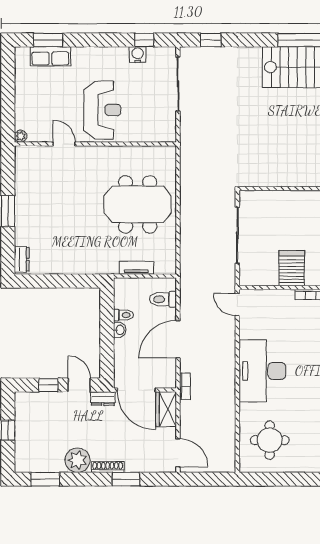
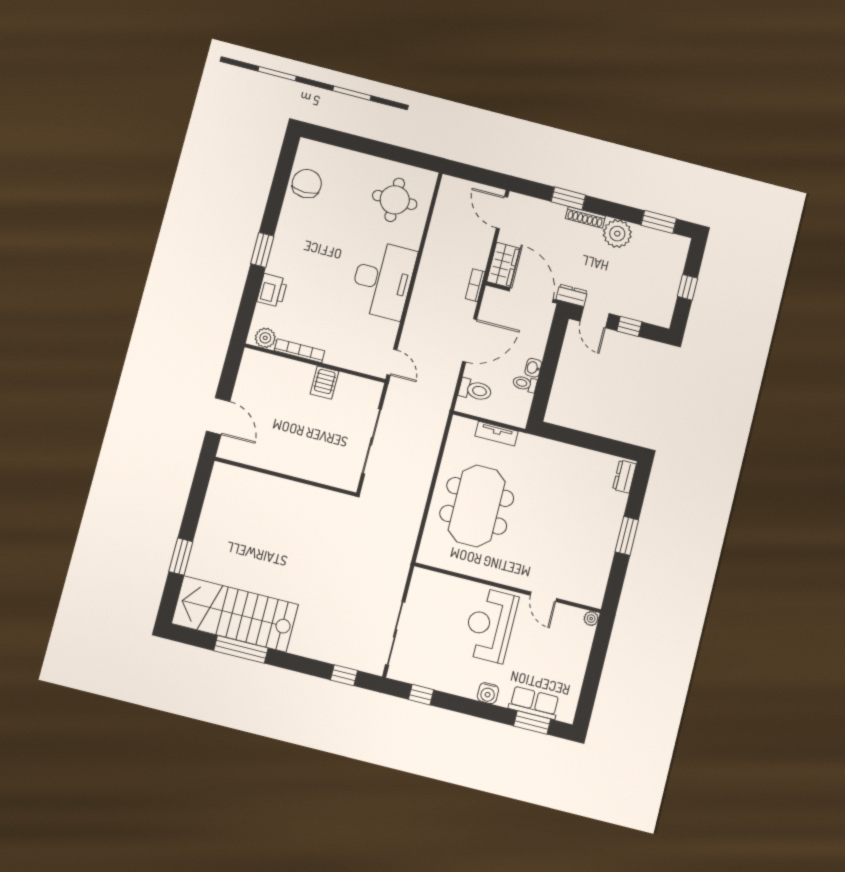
water cooler: (138, 55) -> (488, 693), moved
meeting table: (138, 204) -> (477, 506), turned 90
server rack: (292, 268) -> (324, 383), width x0.73, depth x0.70

